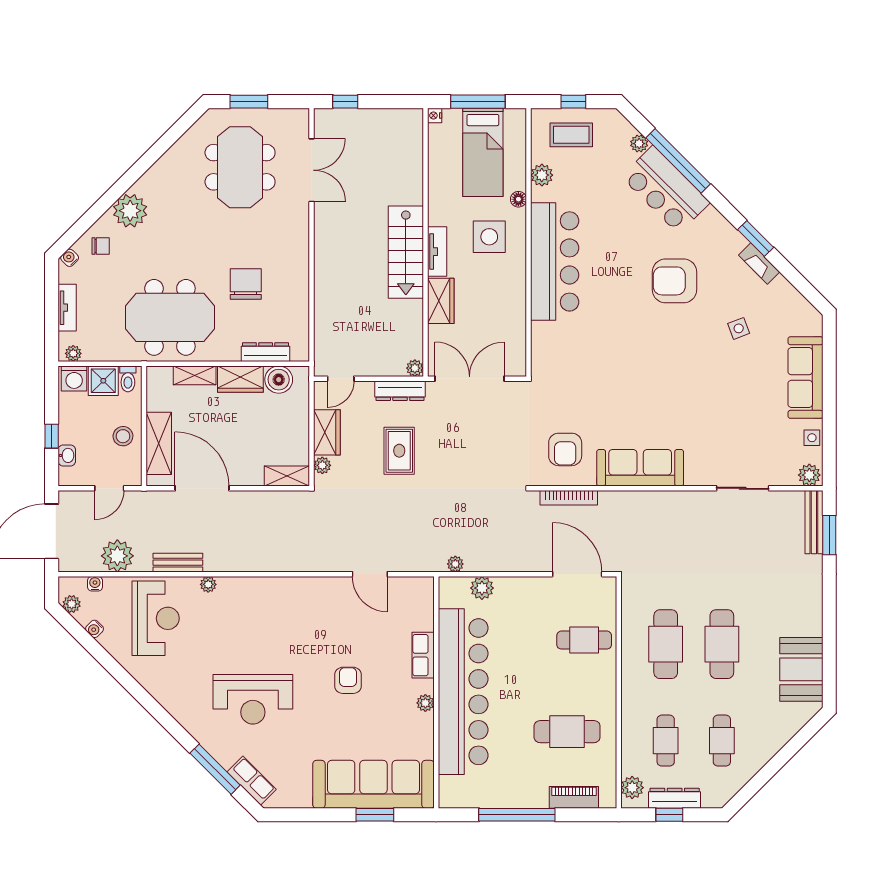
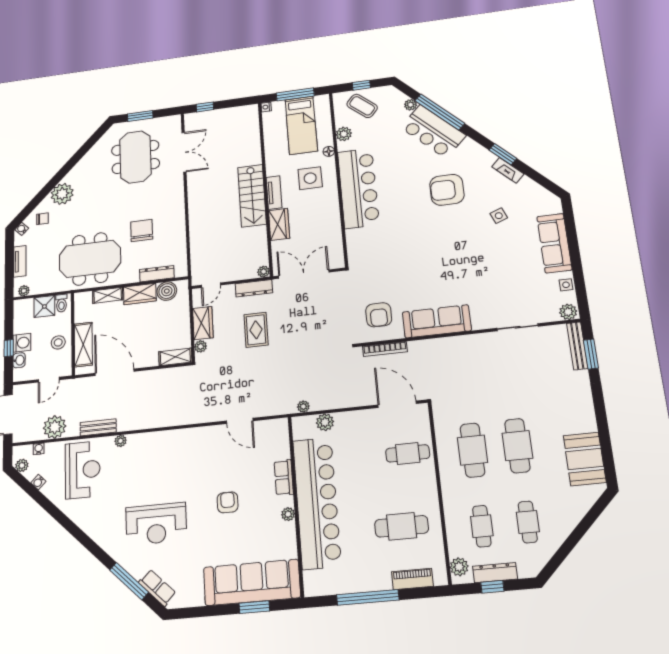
coffee table: (571, 135) -> (362, 106), turned 41
washing machine: (74, 378) -> (22, 343), moved, turned -90

